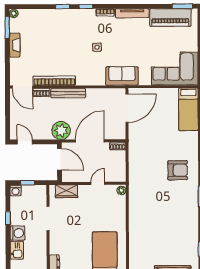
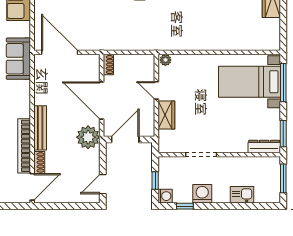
wardrobe: (66, 191) -> (166, 115), moved
window: (8, 218) -> (185, 206), moved
washing machine: (18, 233) -> (202, 194), moved

